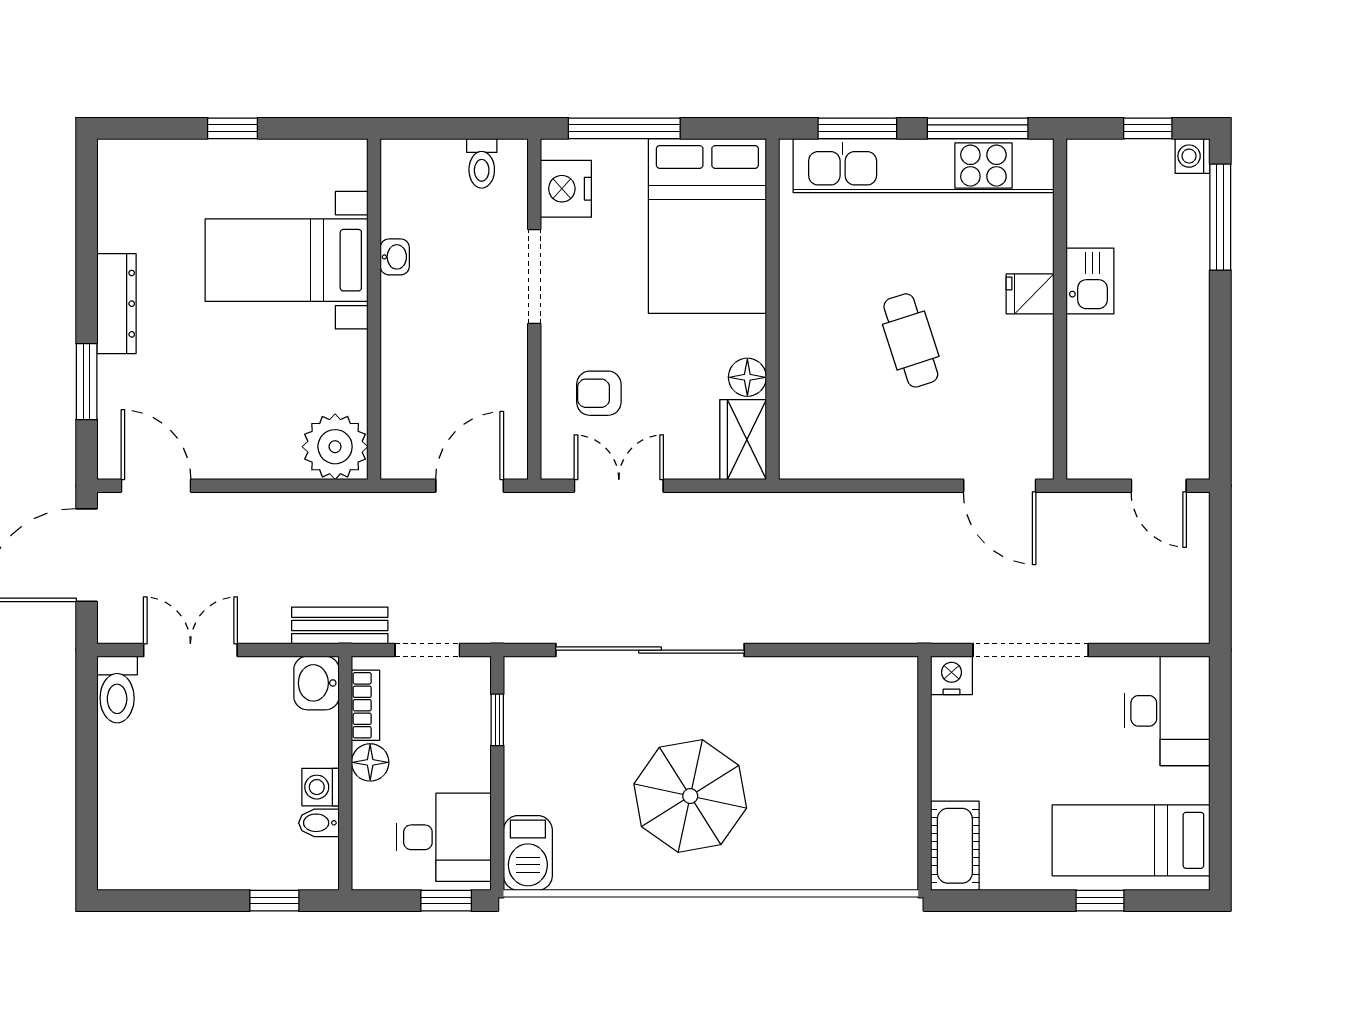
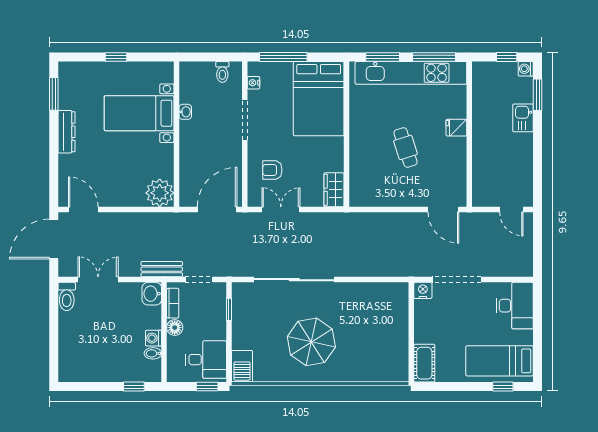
nightstand: (566, 189) -> (253, 83), width x0.53, depth x0.56
window: (1220, 217) -> (538, 95), width x0.69
kitchen sink: (1090, 281) -> (523, 118), moved, turned 180
floor lamp: (747, 377) -> (336, 163), removed
window: (87, 382) -> (54, 94), moved
door: (470, 486) -> (217, 209), width x1.36
window: (1100, 901) -> (503, 387), moved

